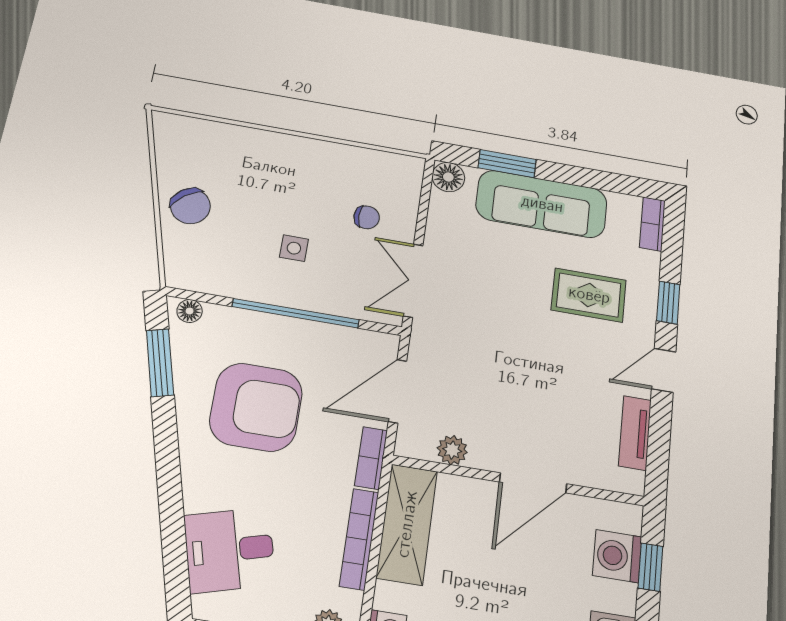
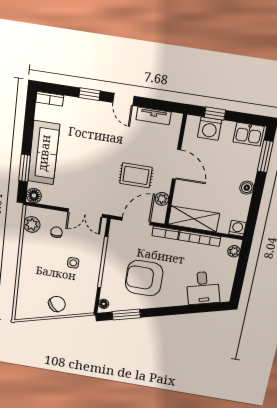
plant: (383, 167) -> (32, 224), added
rug: (589, 295) -> (136, 175), moved, turned 90
door: (397, 391) -> (136, 221), swing flipped
armchair: (256, 407) -> (144, 278), turned -90

